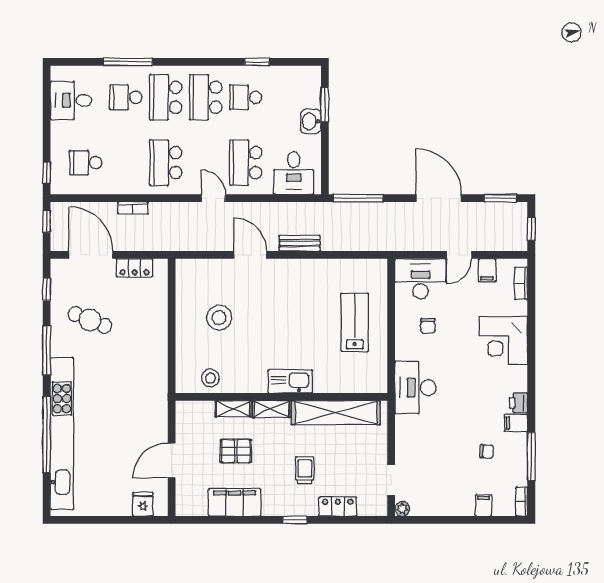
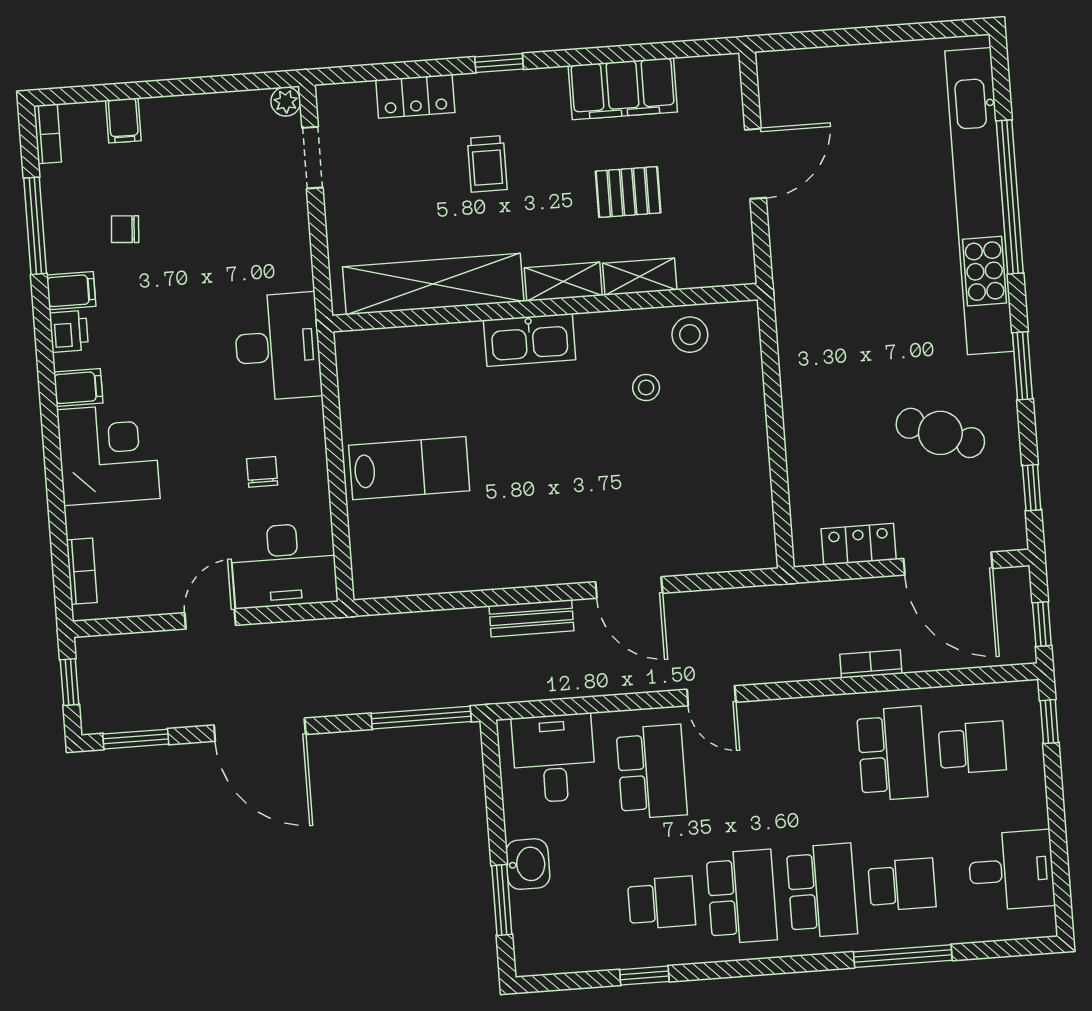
school desk: (166, 163) -> (892, 754), moved
filing cabinet: (487, 270) -> (78, 388), moved, turned 90
stool: (219, 318) -> (646, 388), moved, width x0.53, depth x0.53
lab bench: (355, 322) -> (409, 468), turned -90
window: (47, 350) -> (1023, 366), width x0.69
fridge: (143, 504) -> (806, 72), removed

